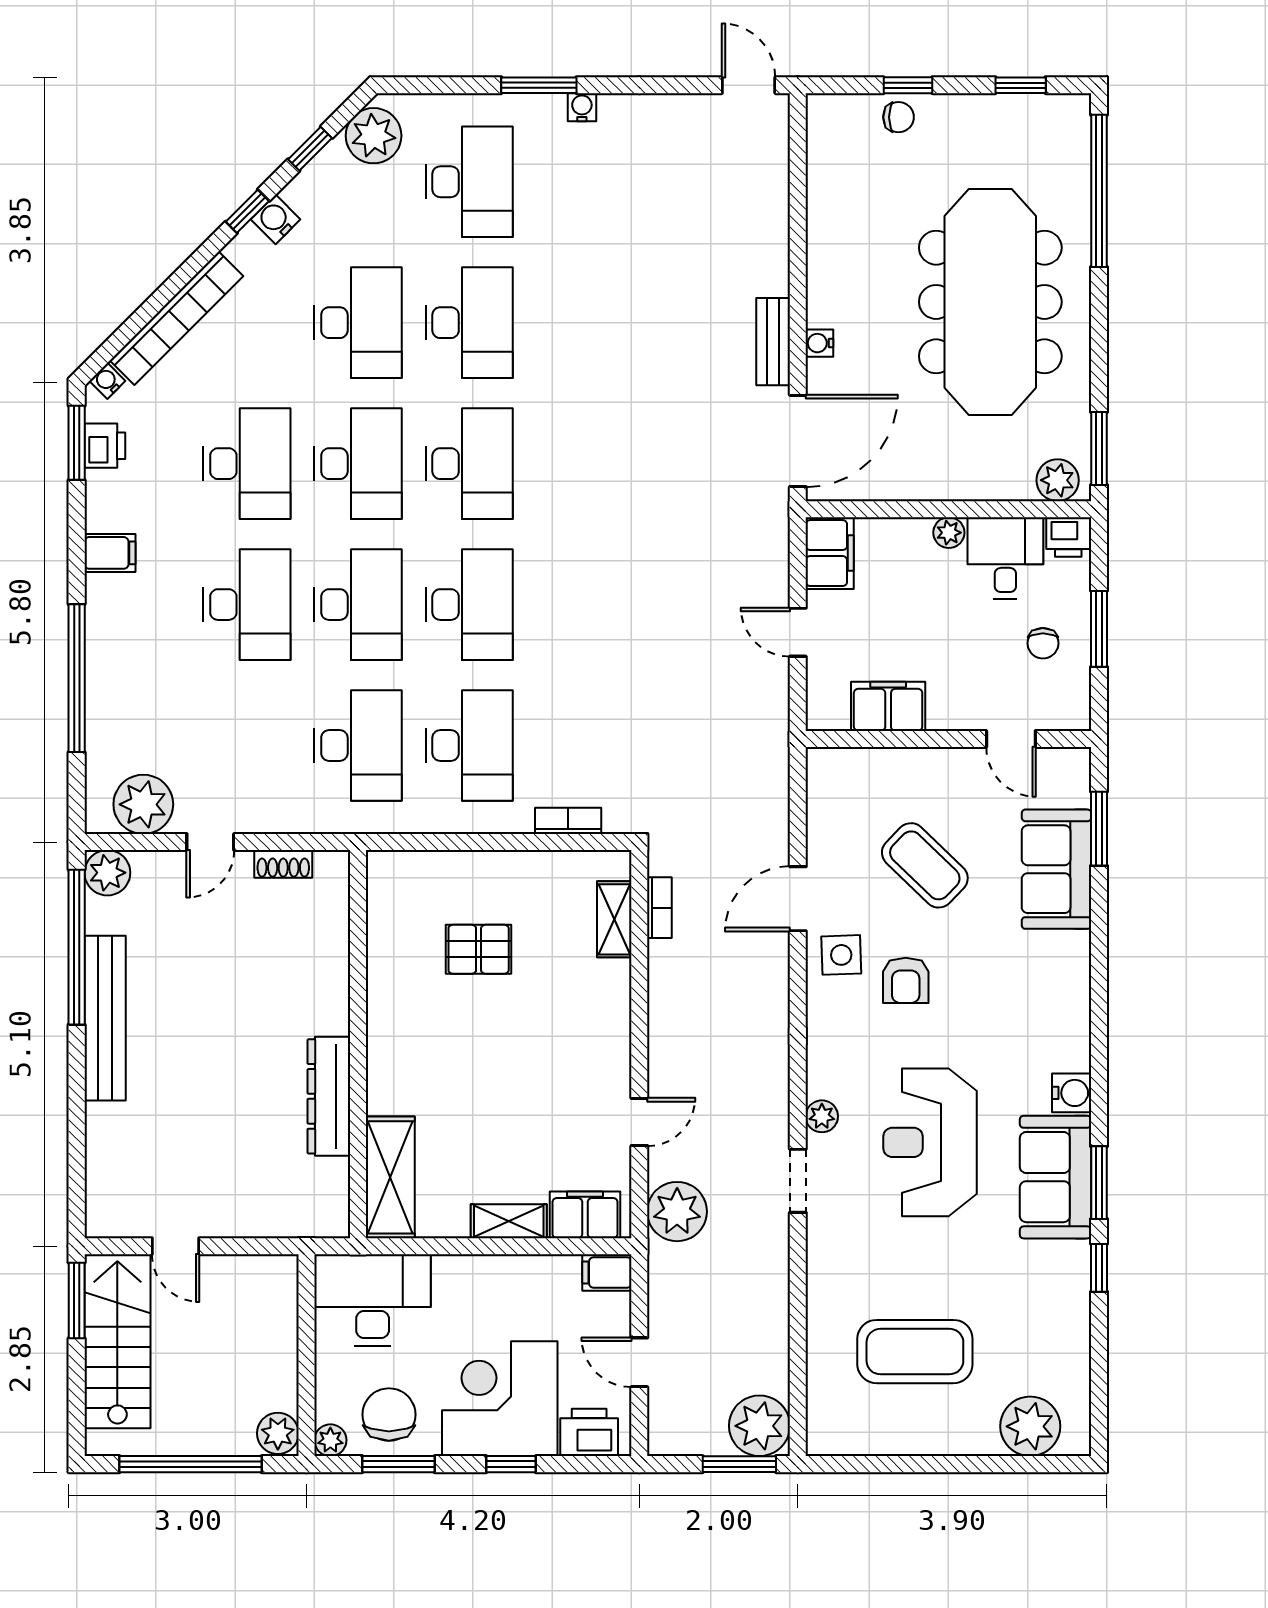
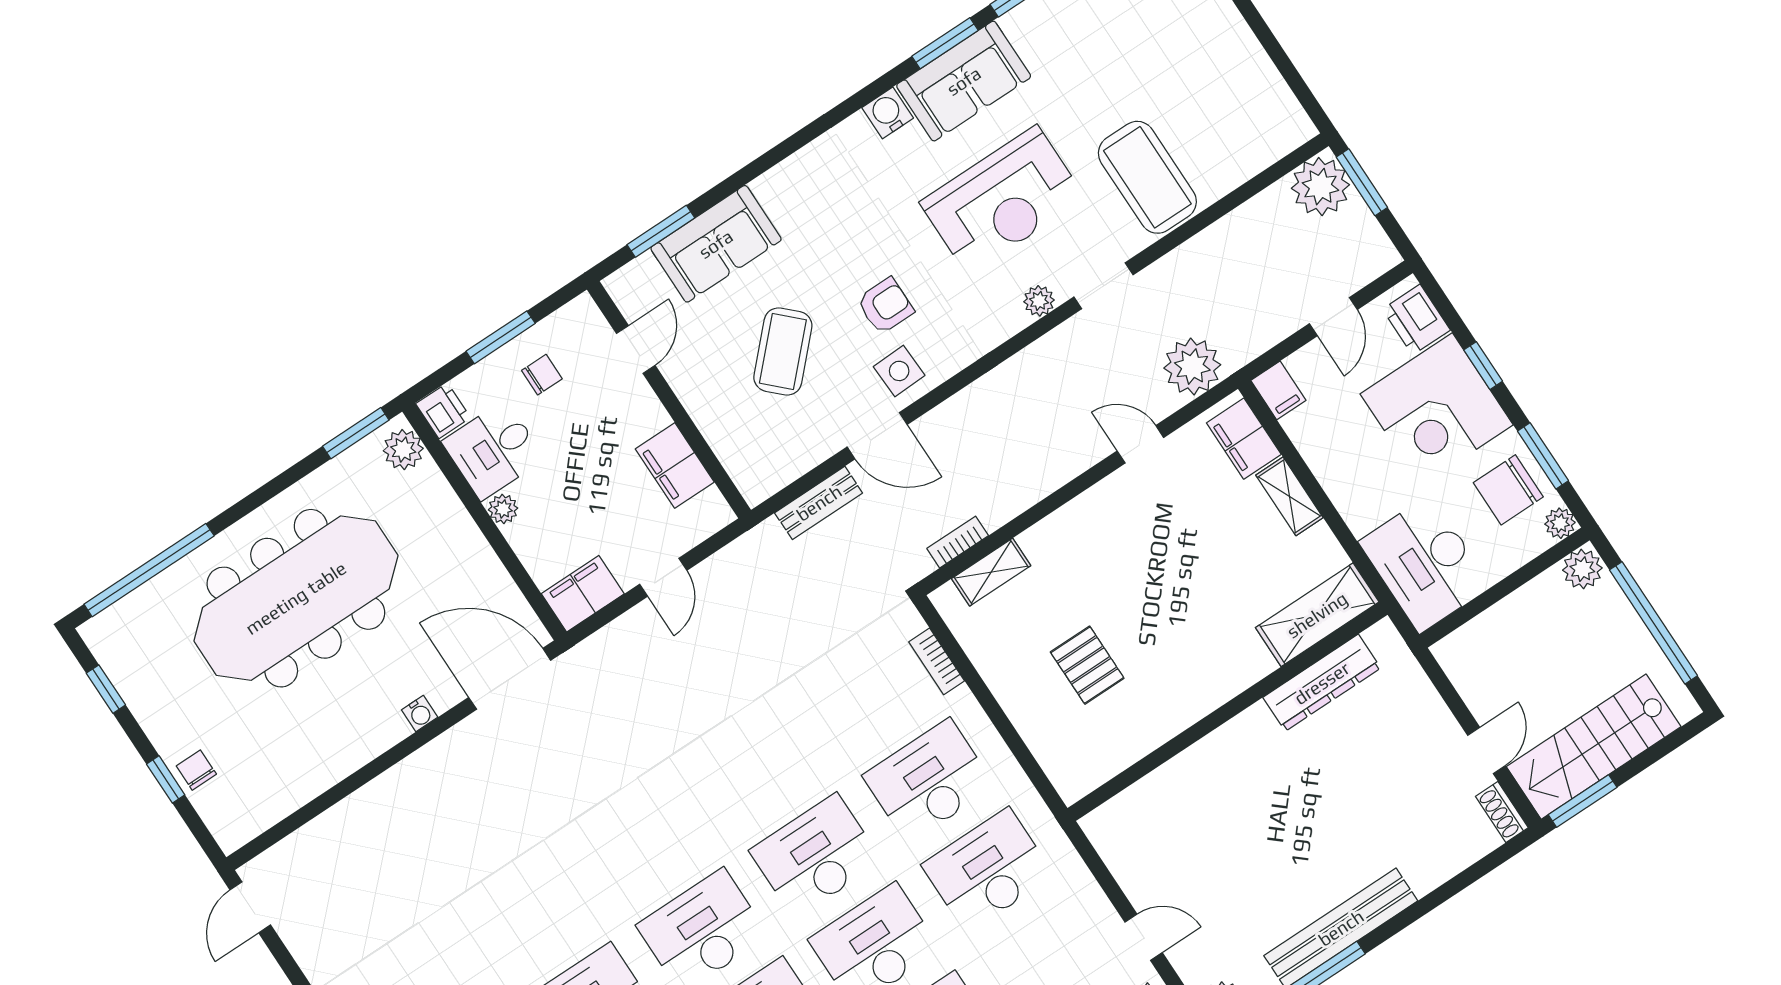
bench: (773, 342) -> (819, 503), moved
shoe rack: (283, 864) -> (1502, 812), moved, turned 180
dresser: (329, 1096) -> (1322, 683), moved
coffee table: (915, 1352) -> (1147, 177), moved

